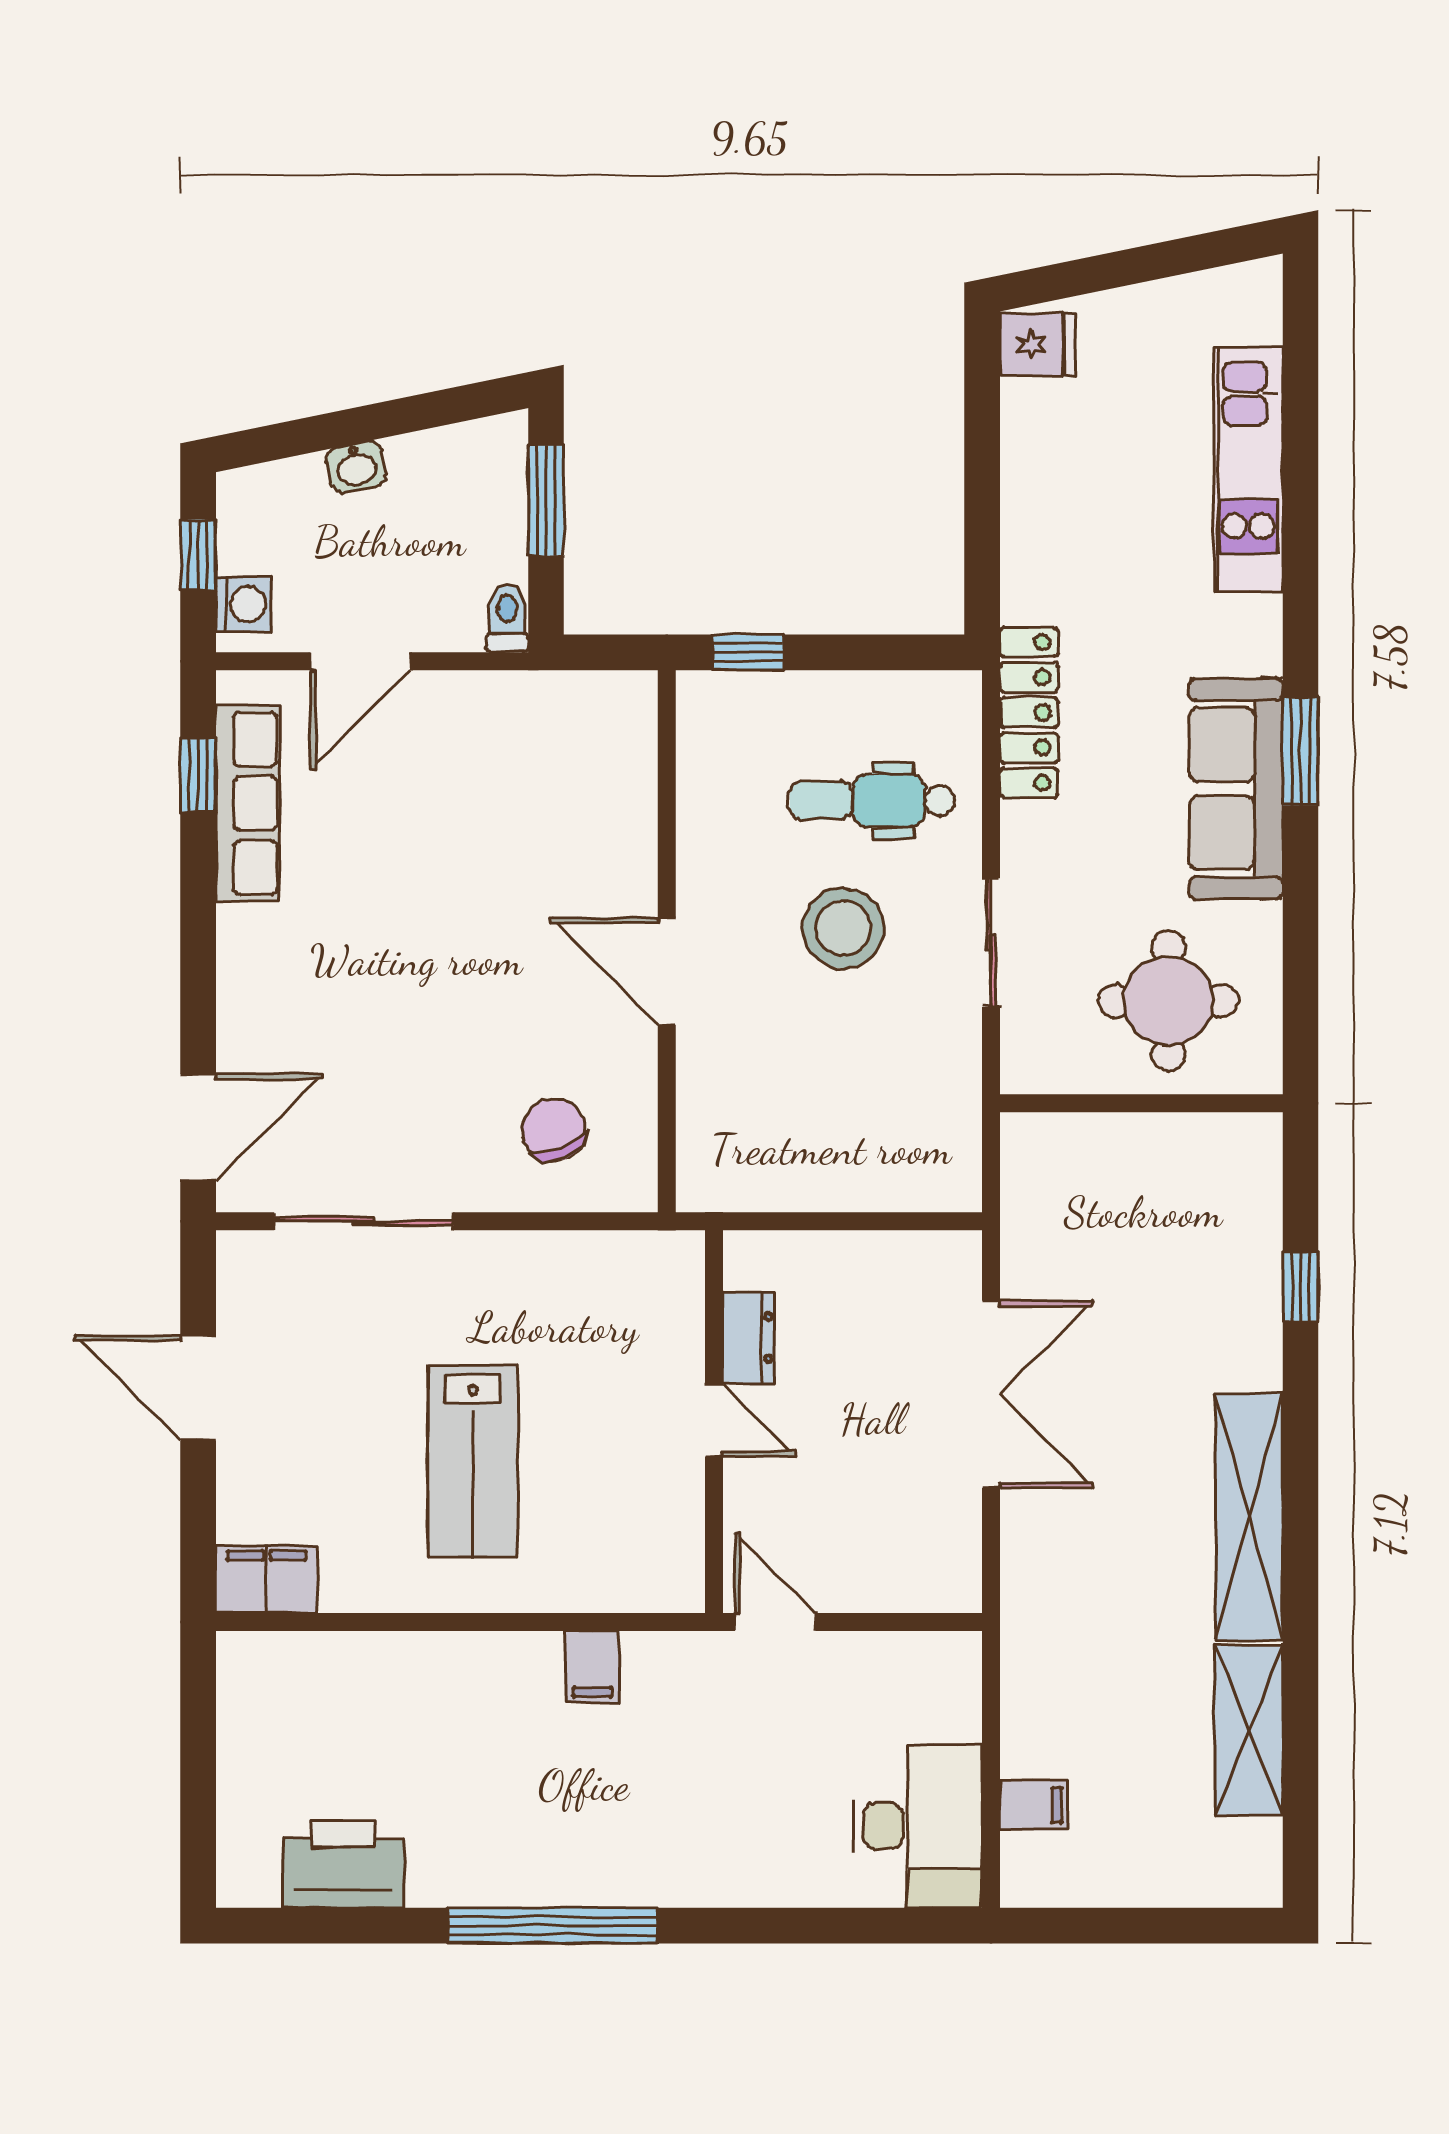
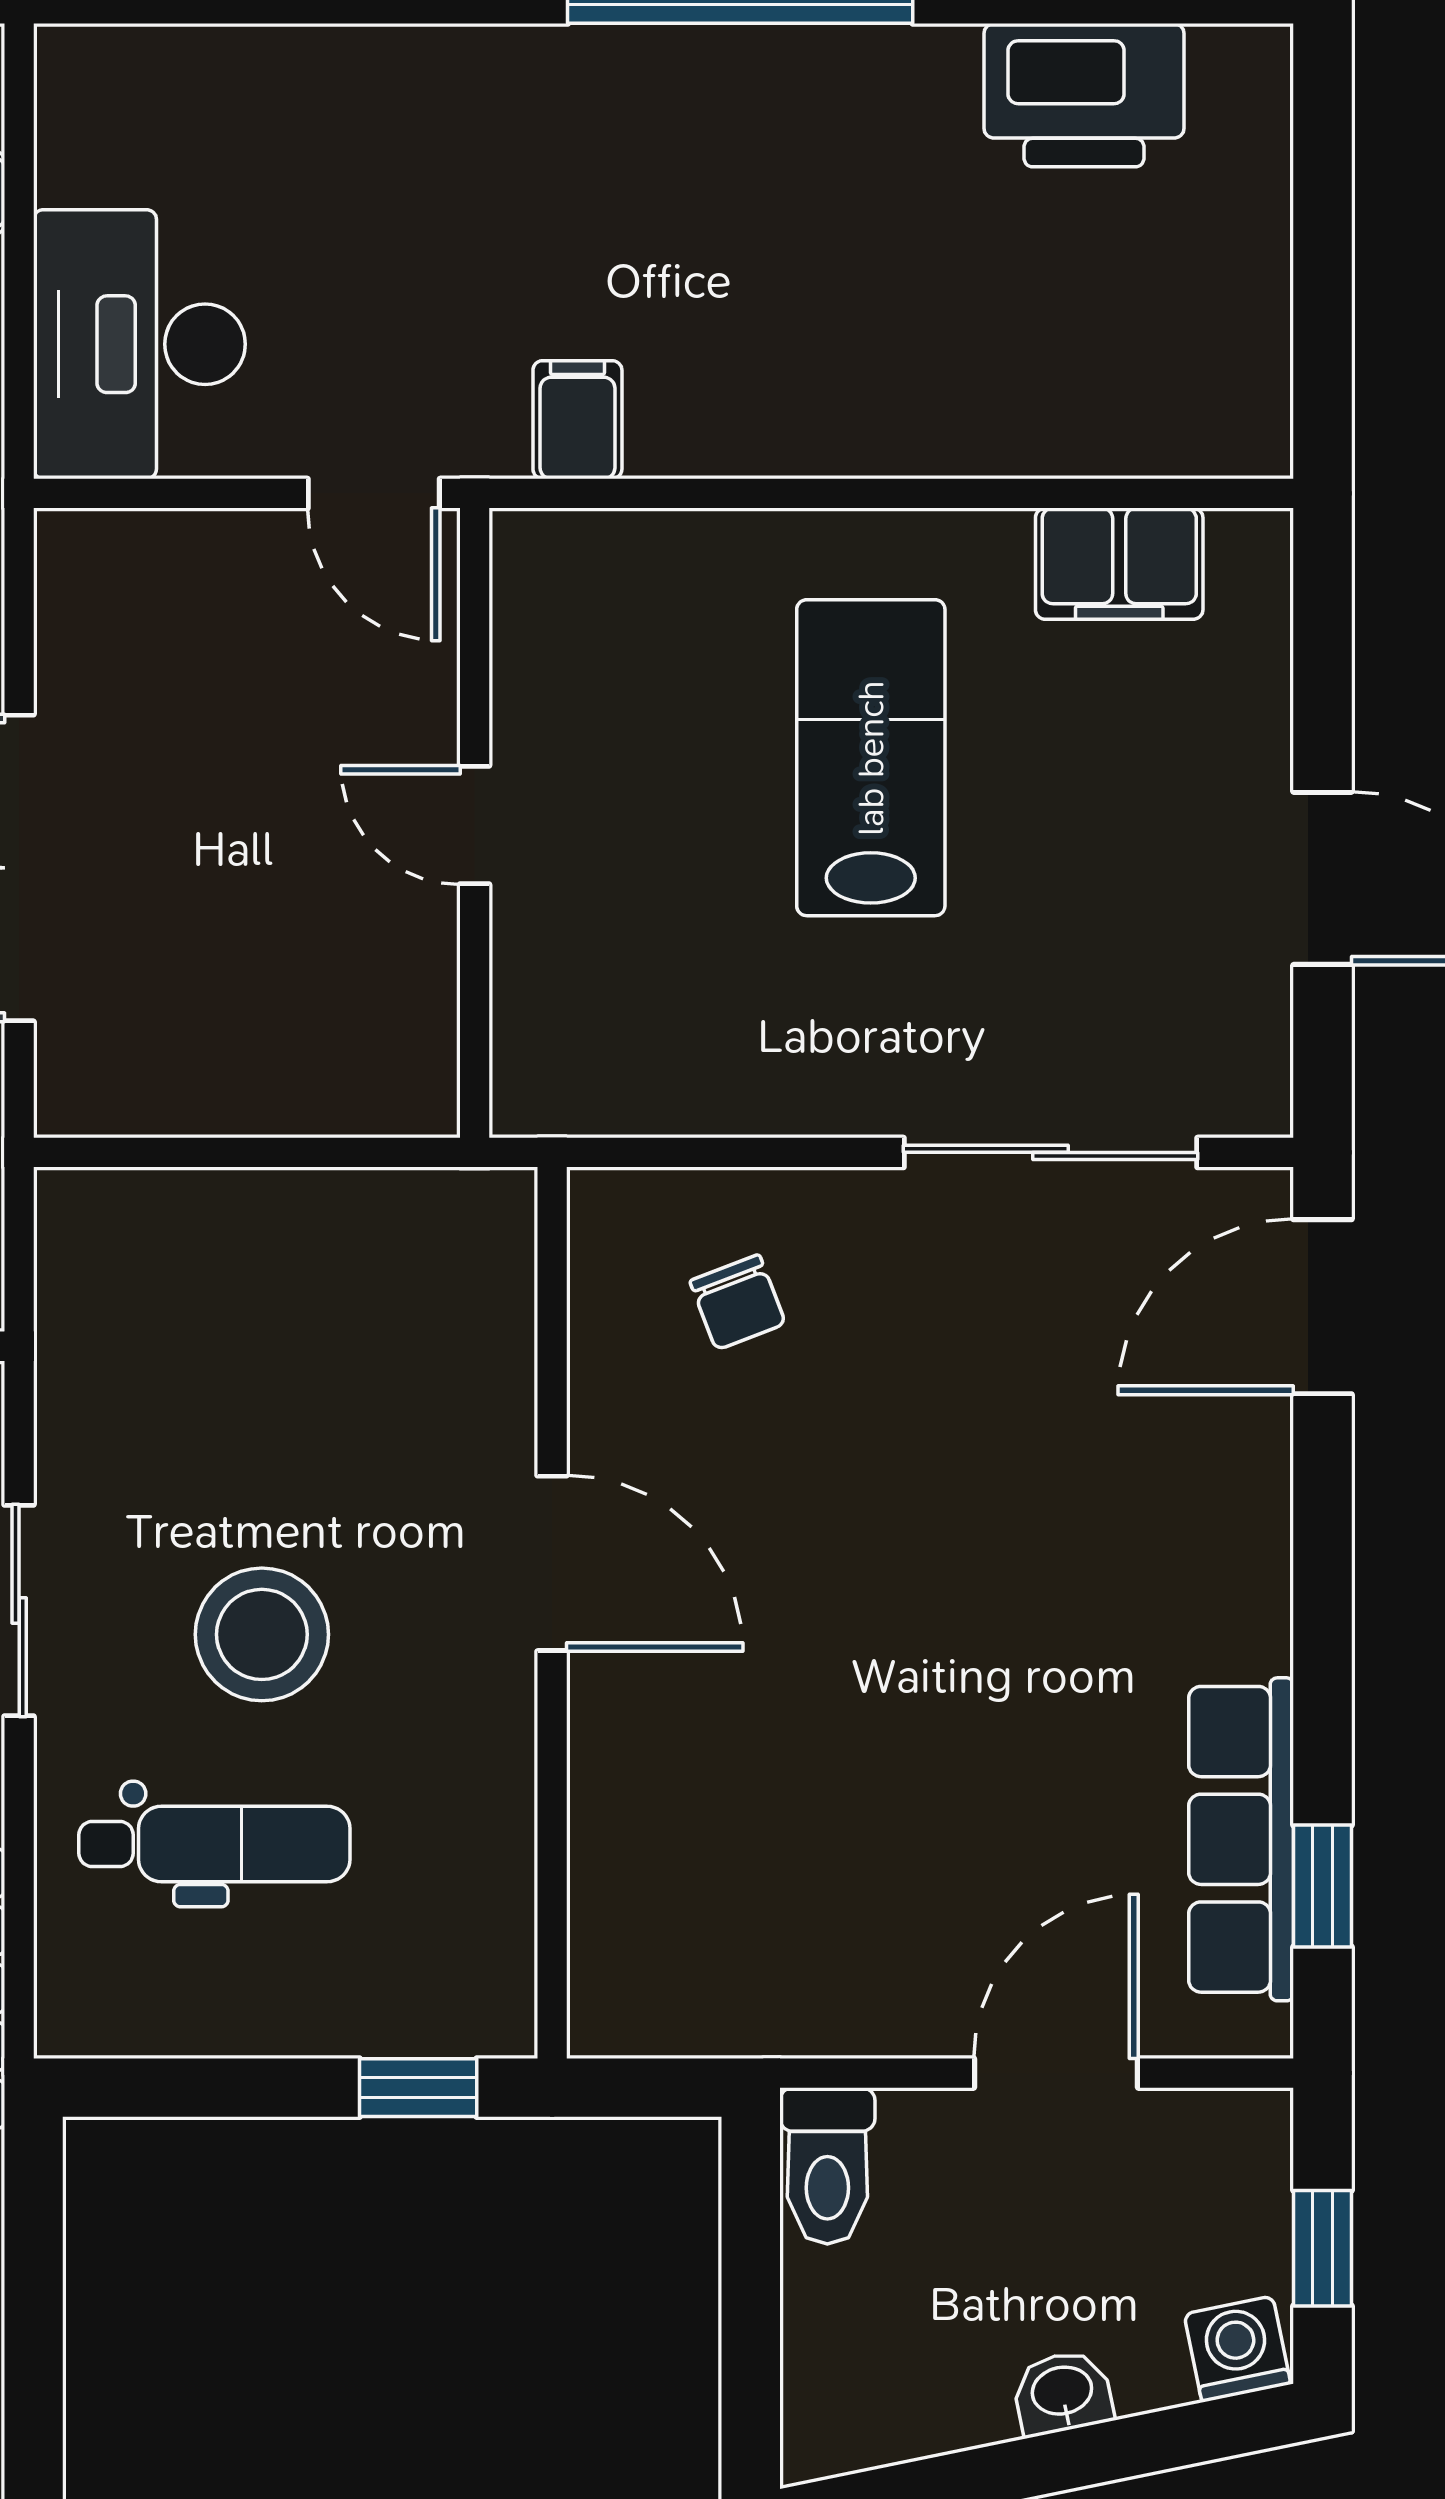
window: (546, 501) -> (751, 2337), removed
washing machine: (243, 604) -> (1237, 2349), moved, turned 78
toilet: (507, 618) -> (827, 2166), width x1.37, depth x1.39
chair: (554, 1130) -> (738, 1302), width x0.73, depth x0.73
dresser: (748, 1338) -> (418, 961), removed
filing cabinet: (267, 1579) -> (1119, 564), moved
filing cabinet: (592, 1667) -> (577, 420), moved
desk: (918, 1826) -> (139, 344), moved

